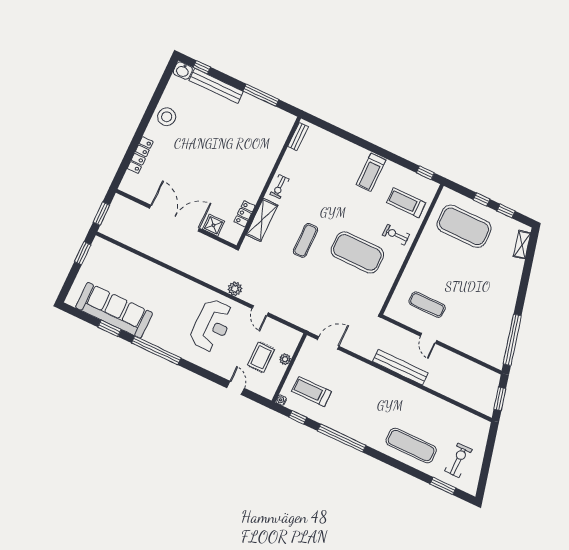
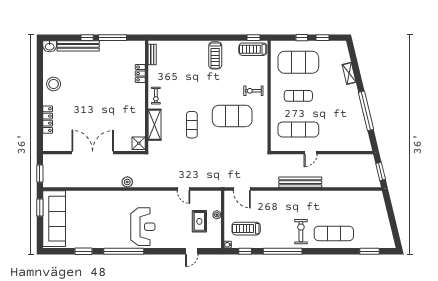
window: (202, 67) -> (87, 38), moved
treadmill: (406, 203) -> (253, 49), moved
locker: (245, 214) -> (140, 73), moved
shower: (213, 225) -> (139, 143), moved
shelving: (522, 245) -> (349, 73), moved
exercise mat: (446, 265) -> (298, 96), added
plant: (235, 289) -> (127, 182), moved
exercise mat: (427, 305) -> (298, 129), width x1.36, depth x1.45
sofa: (114, 310) -> (54, 219), moved, turned 90
reception desk: (212, 325) -> (143, 227), moved
door: (429, 338) -> (311, 153), hinge flipped
window: (512, 340) -> (366, 111), moved
door: (328, 343) -> (242, 189), swing flipped
door: (236, 388) -> (192, 251), swing flipped
exercise bike: (458, 460) -> (301, 232), moved

